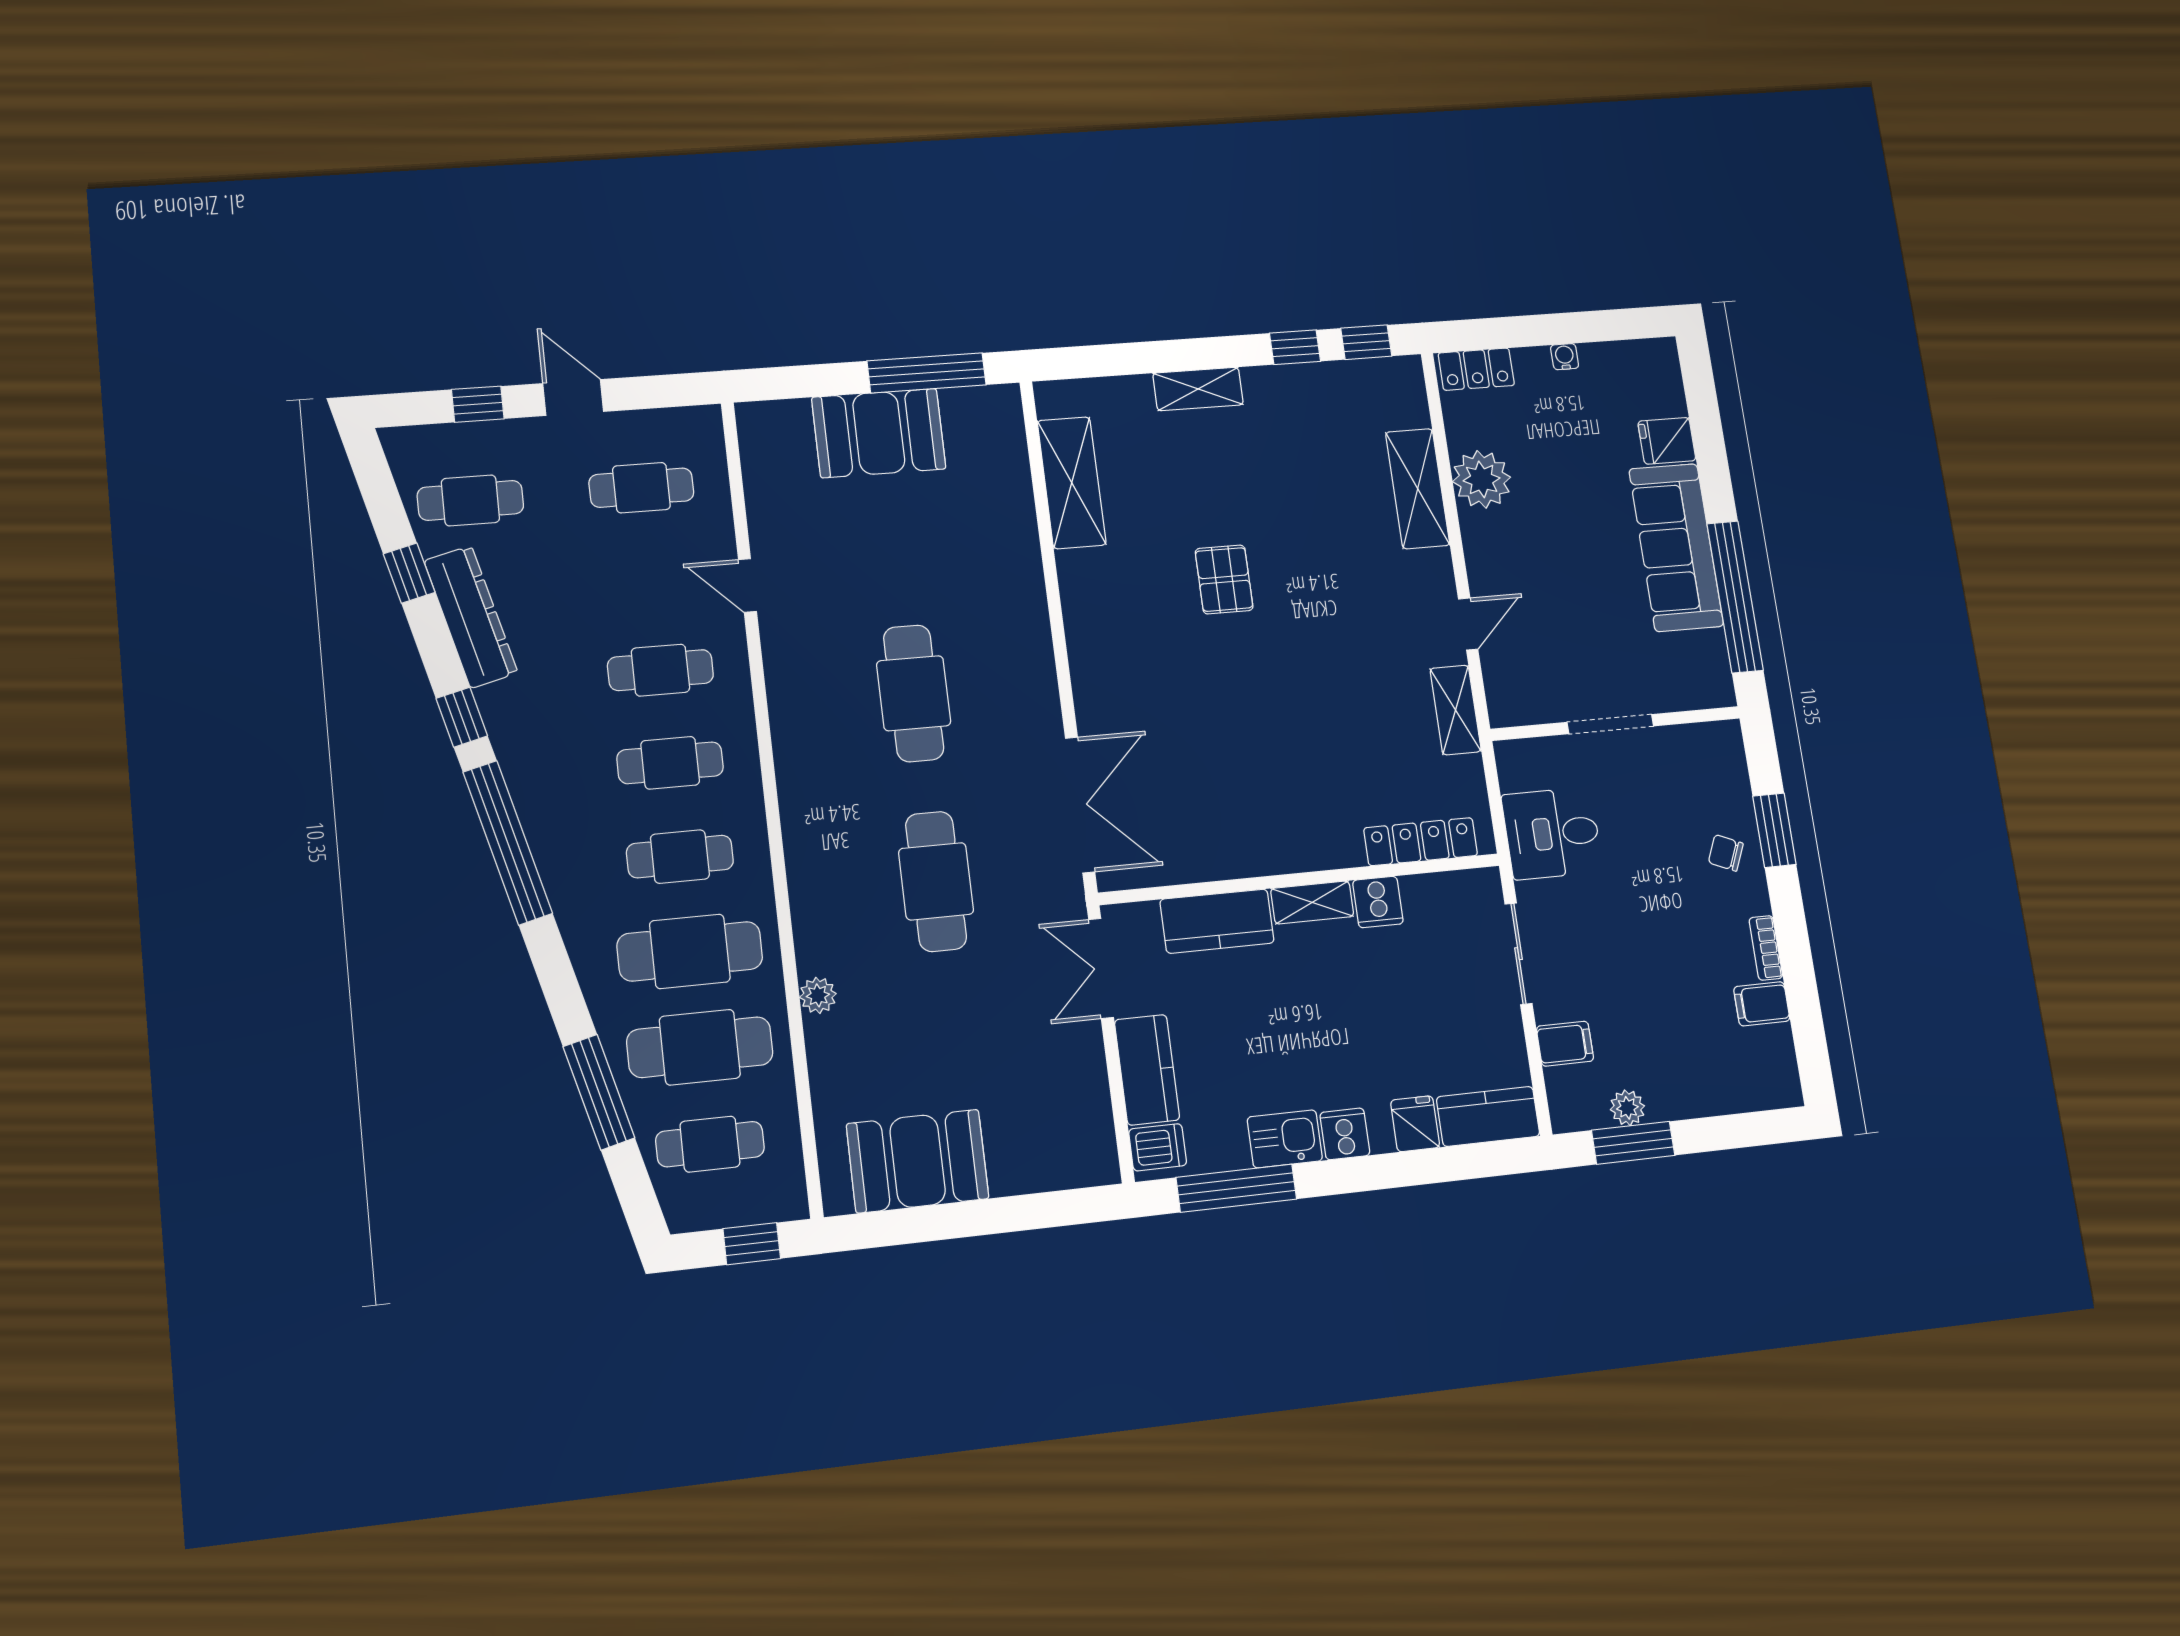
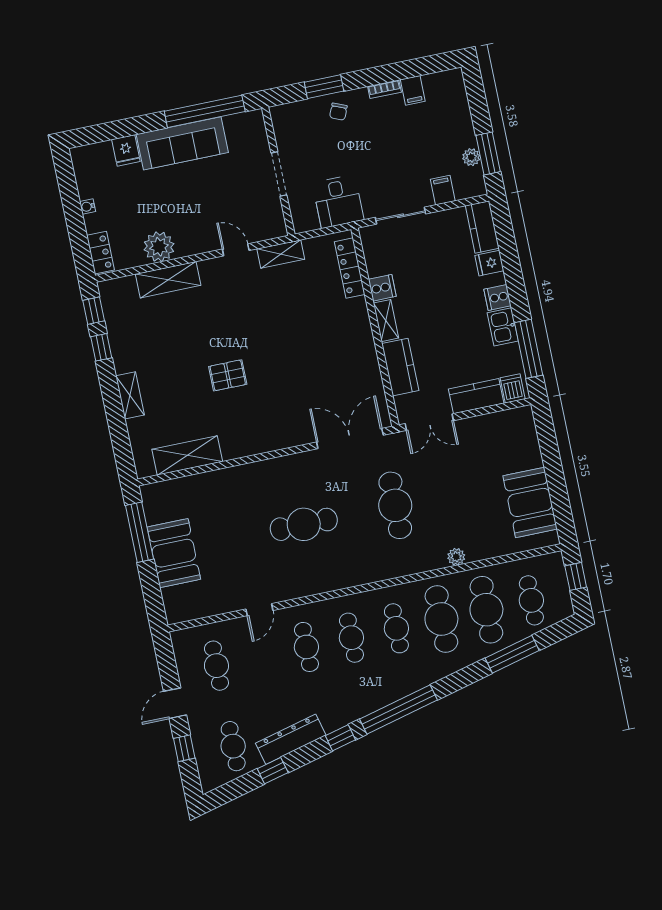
cafe table: (936, 881) -> (395, 505), turned 90

